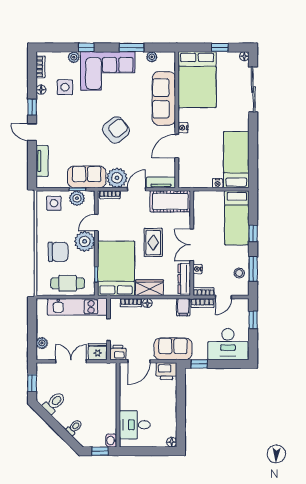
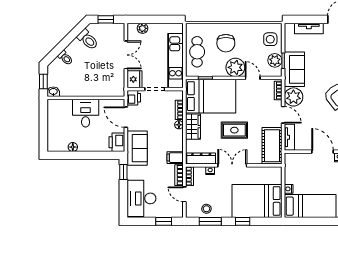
bed: (237, 218) -> (257, 201), width x1.50
desk: (135, 425) -> (86, 113), moved
floor lamp: (172, 442) -> (73, 147), moved

